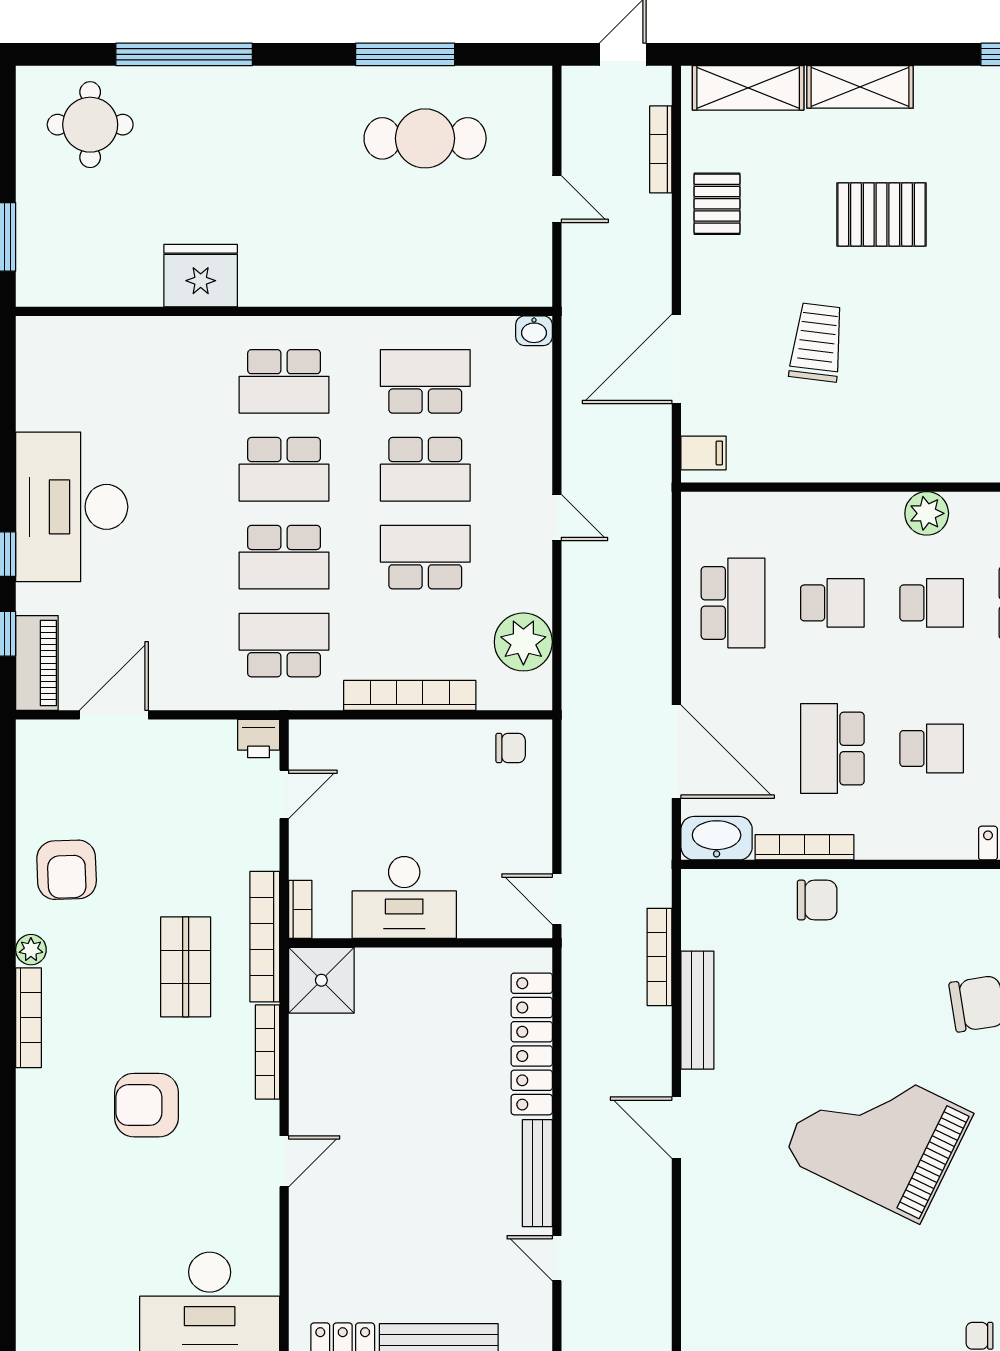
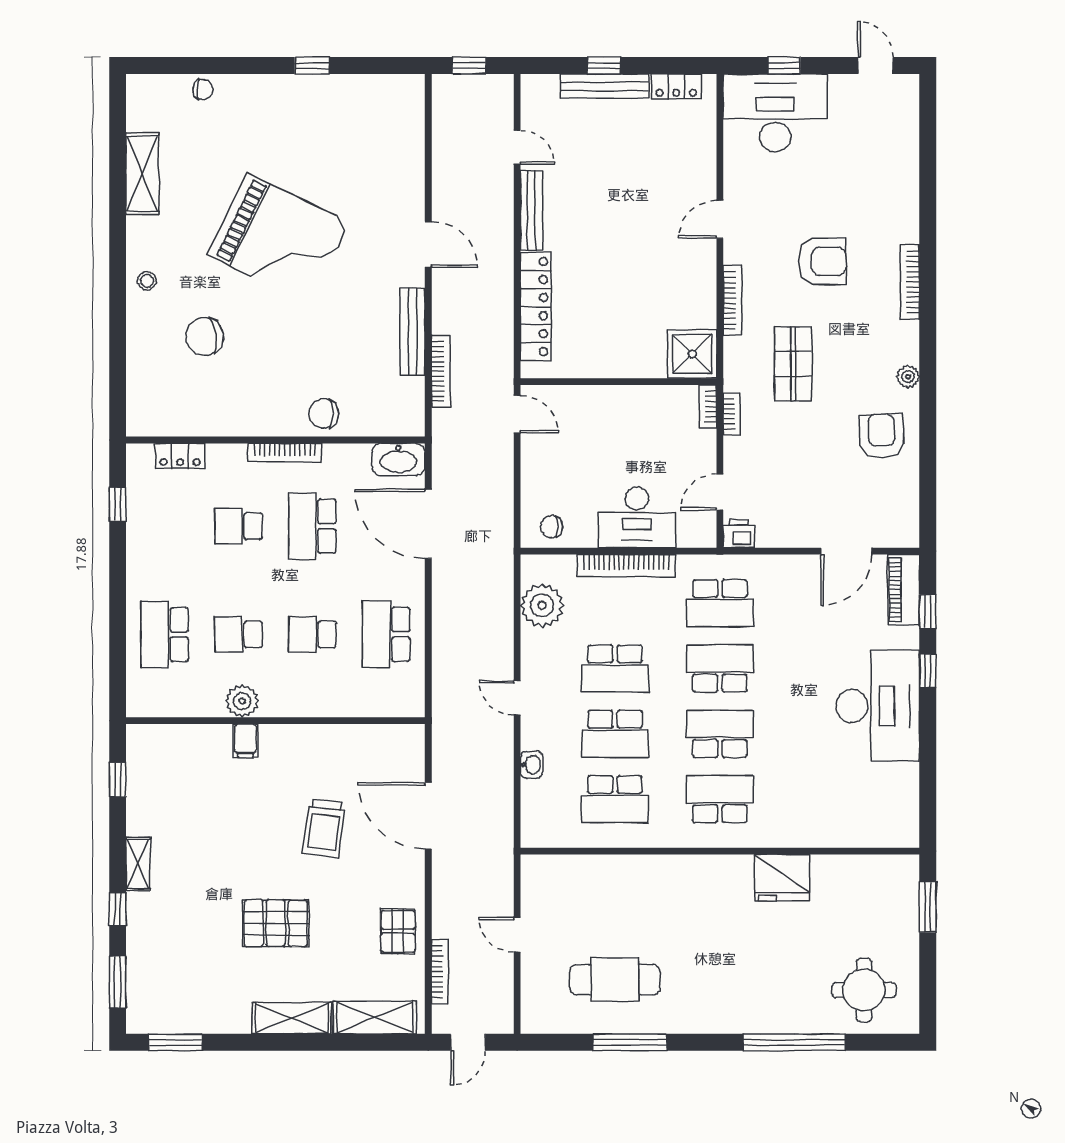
washbasin: (534, 331) -> (531, 765), moved, turned 90
door: (676, 359) -> (428, 816), swing flipped
filing cabinet: (703, 453) -> (246, 741), moved, turned -90
school desk: (425, 469) -> (615, 734), turned 180
school desk: (832, 749) -> (312, 526), turned 180
bookcase: (805, 847) -> (285, 453), moved
desk: (404, 897) -> (637, 517), moved, turned 180
bookcase: (265, 937) -> (732, 414), width x0.43, depth x0.76
bookcase: (29, 1018) -> (910, 282), moved

